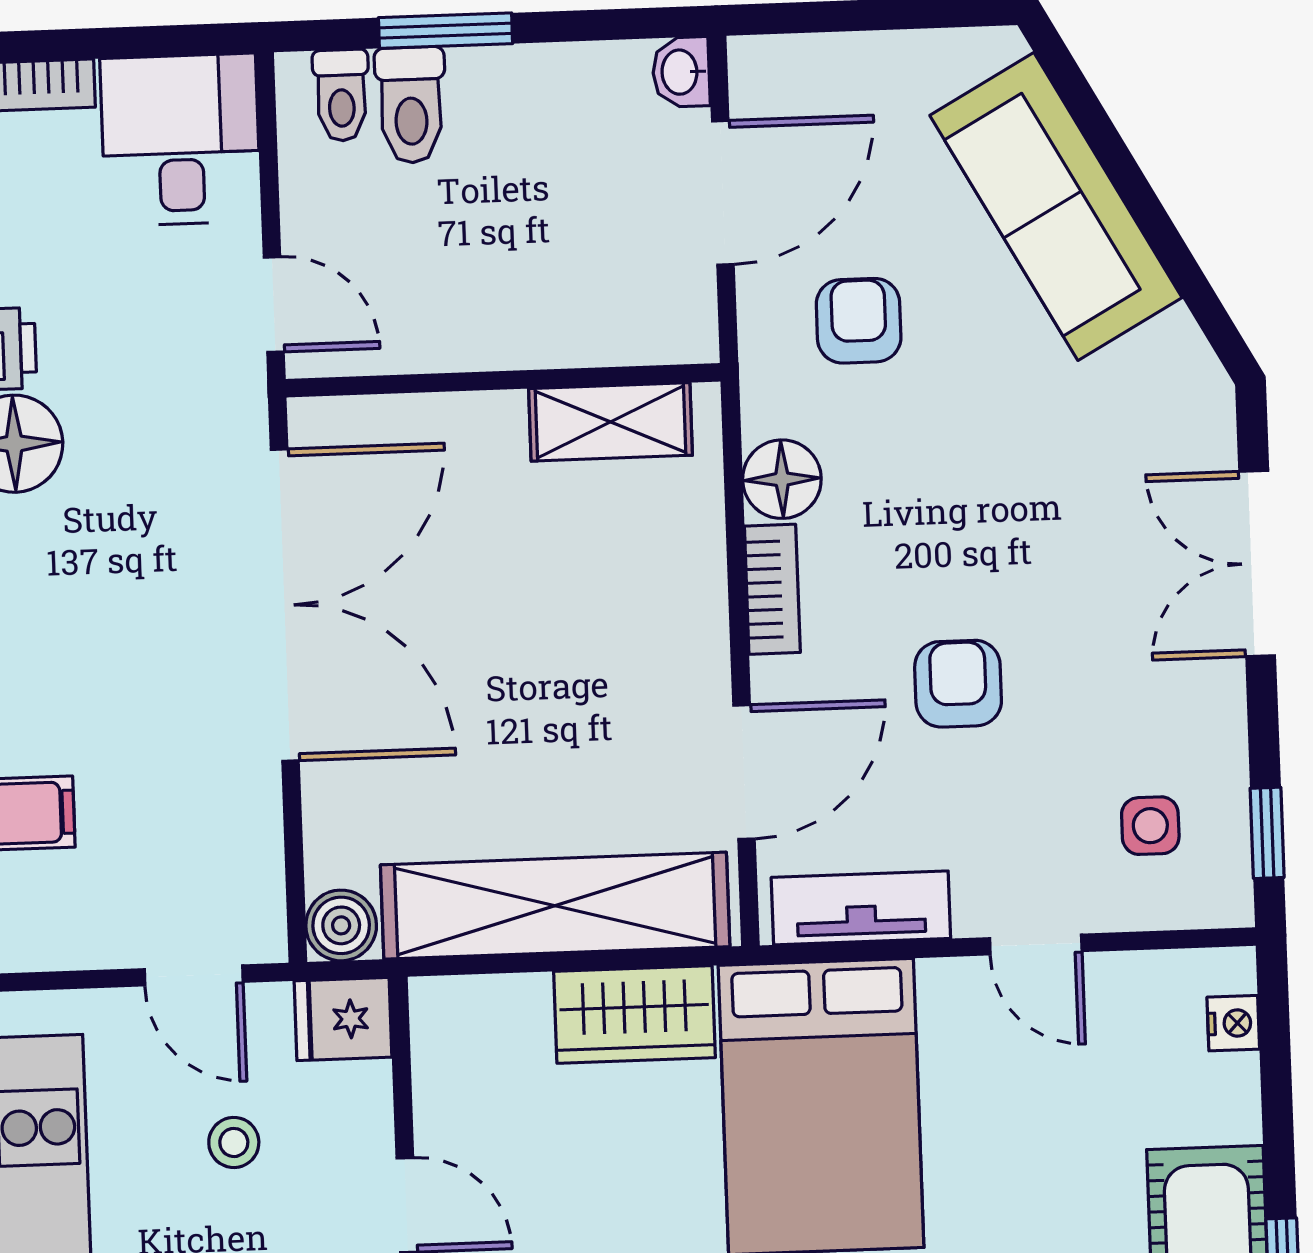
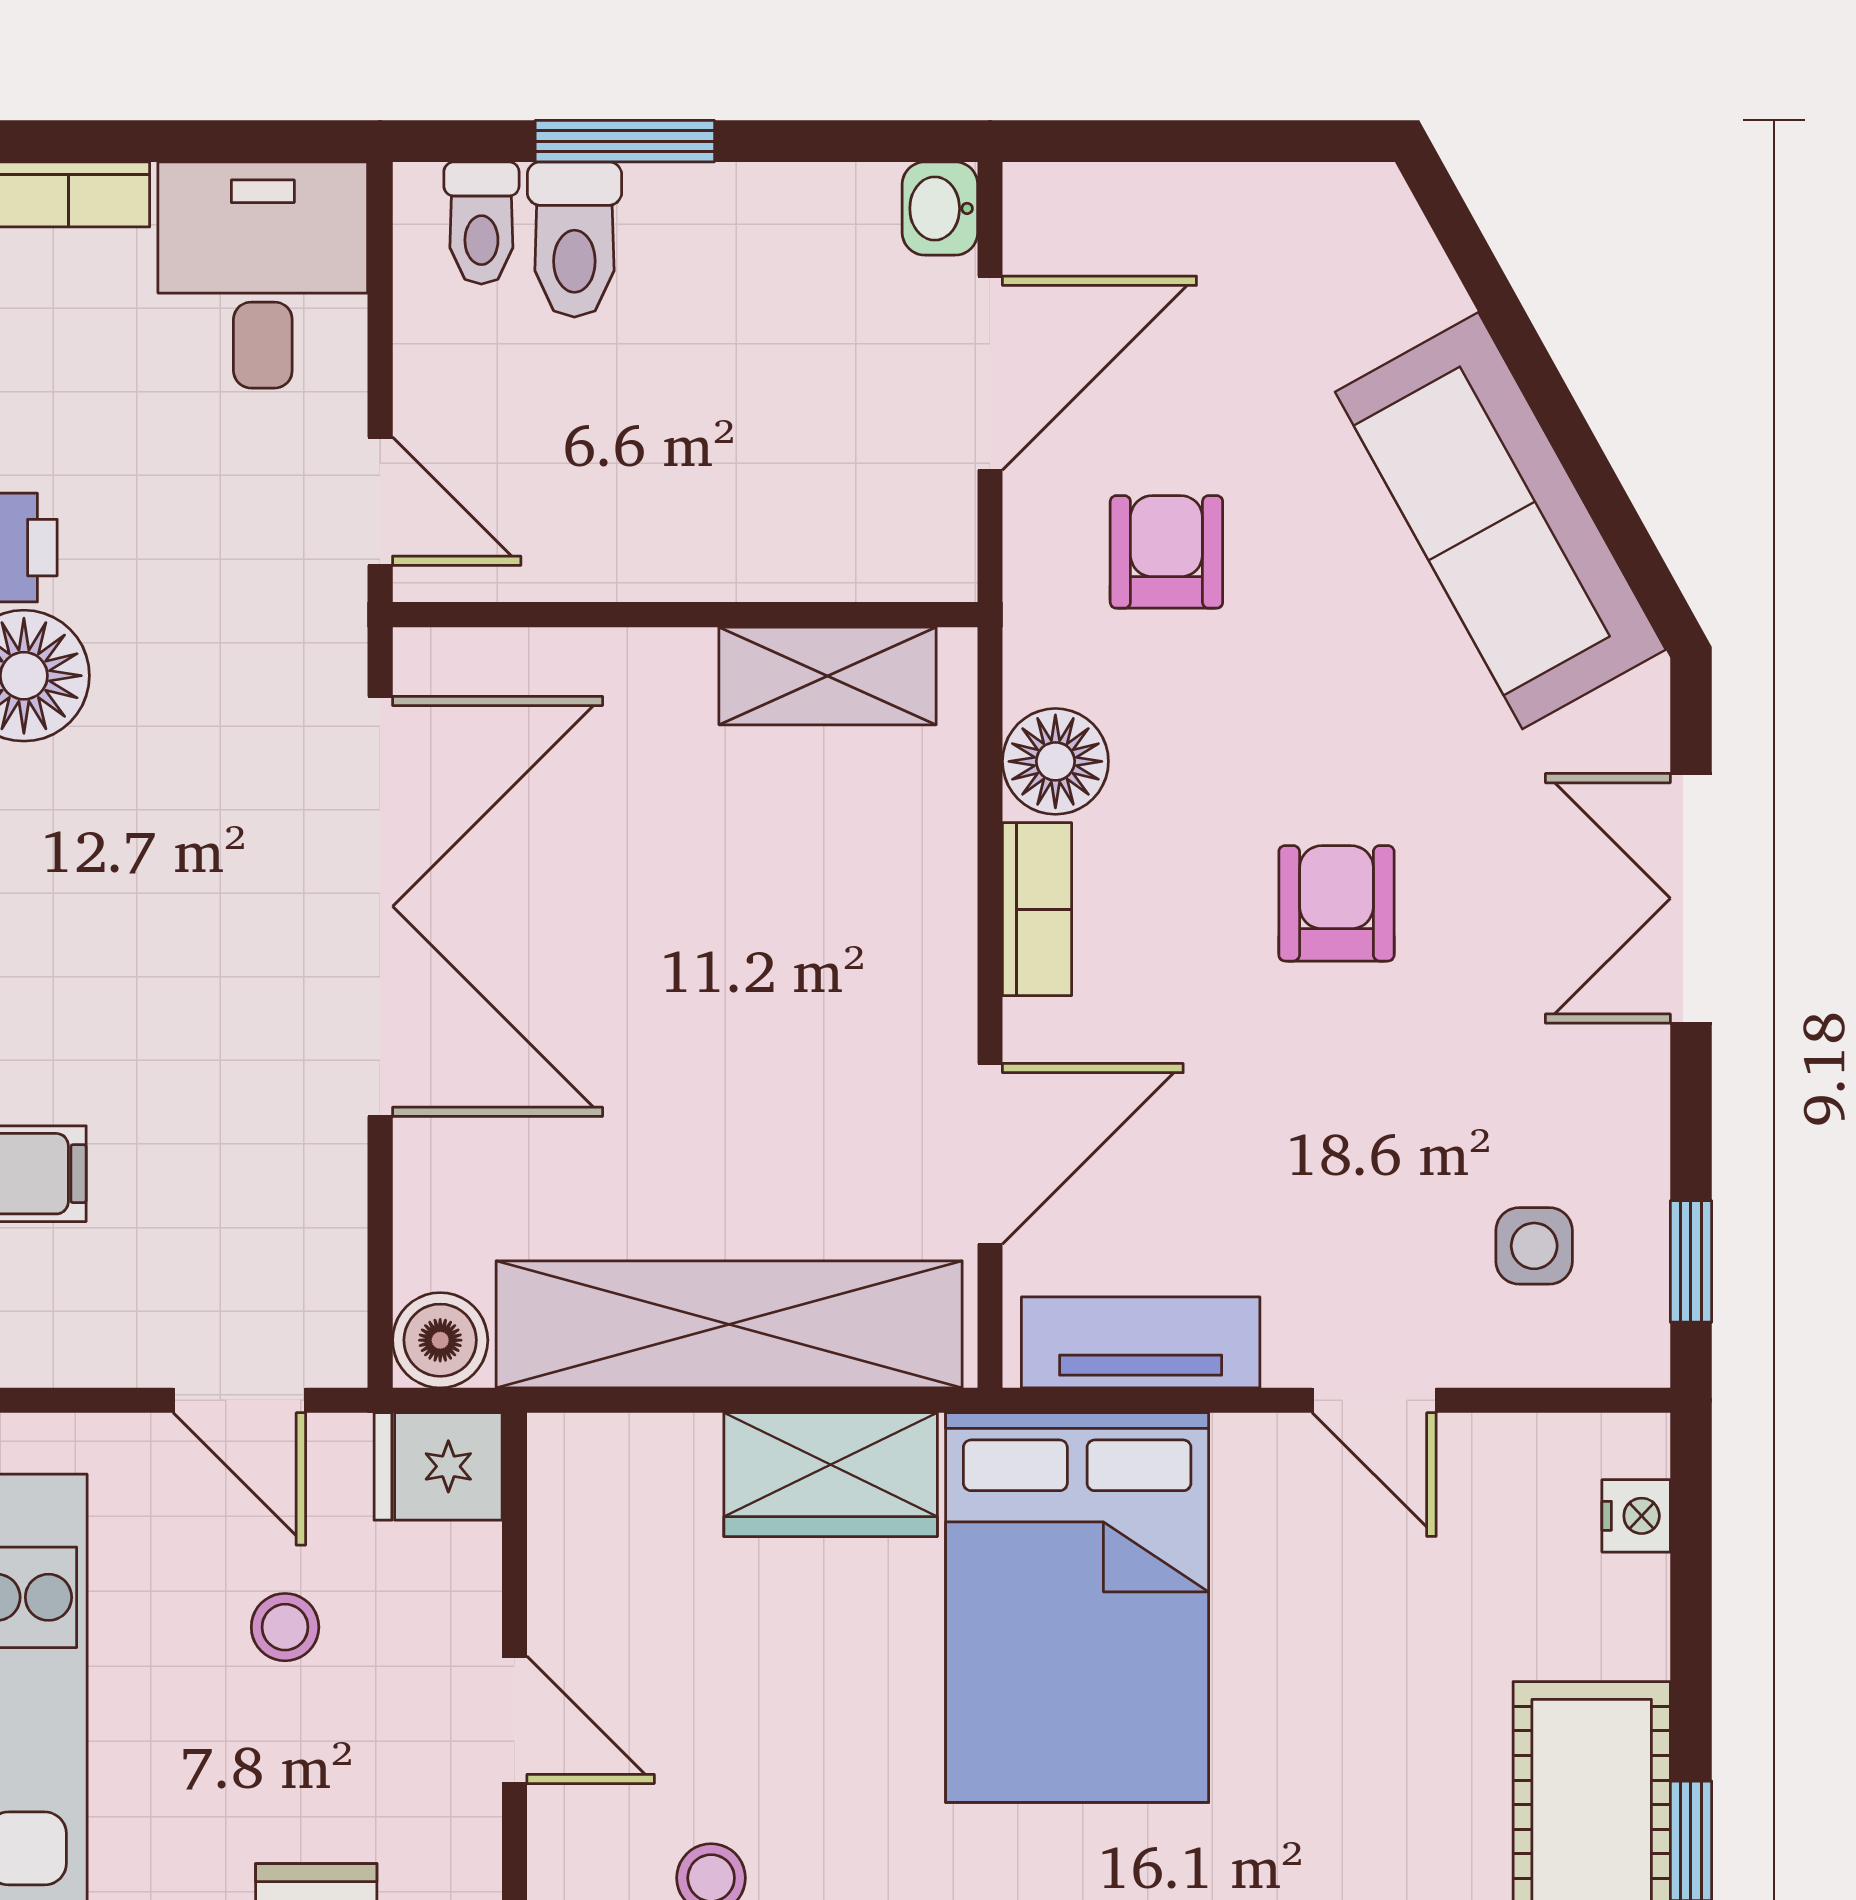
sofa: (1056, 206) -> (1500, 521), moved
armchair: (958, 684) -> (1336, 903), moved

